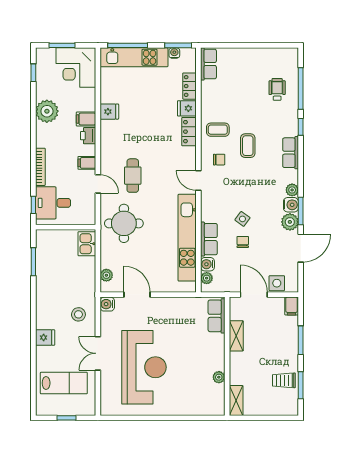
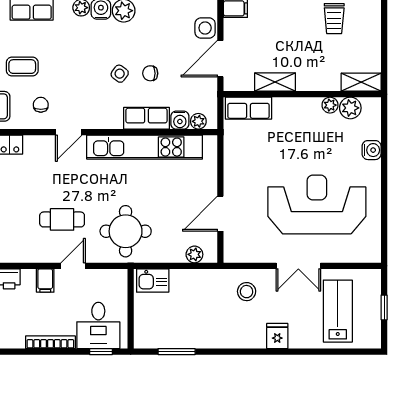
water cooler: (107, 304) -> (372, 150), moved, turned -90
plant: (217, 392) -> (350, 108), added

